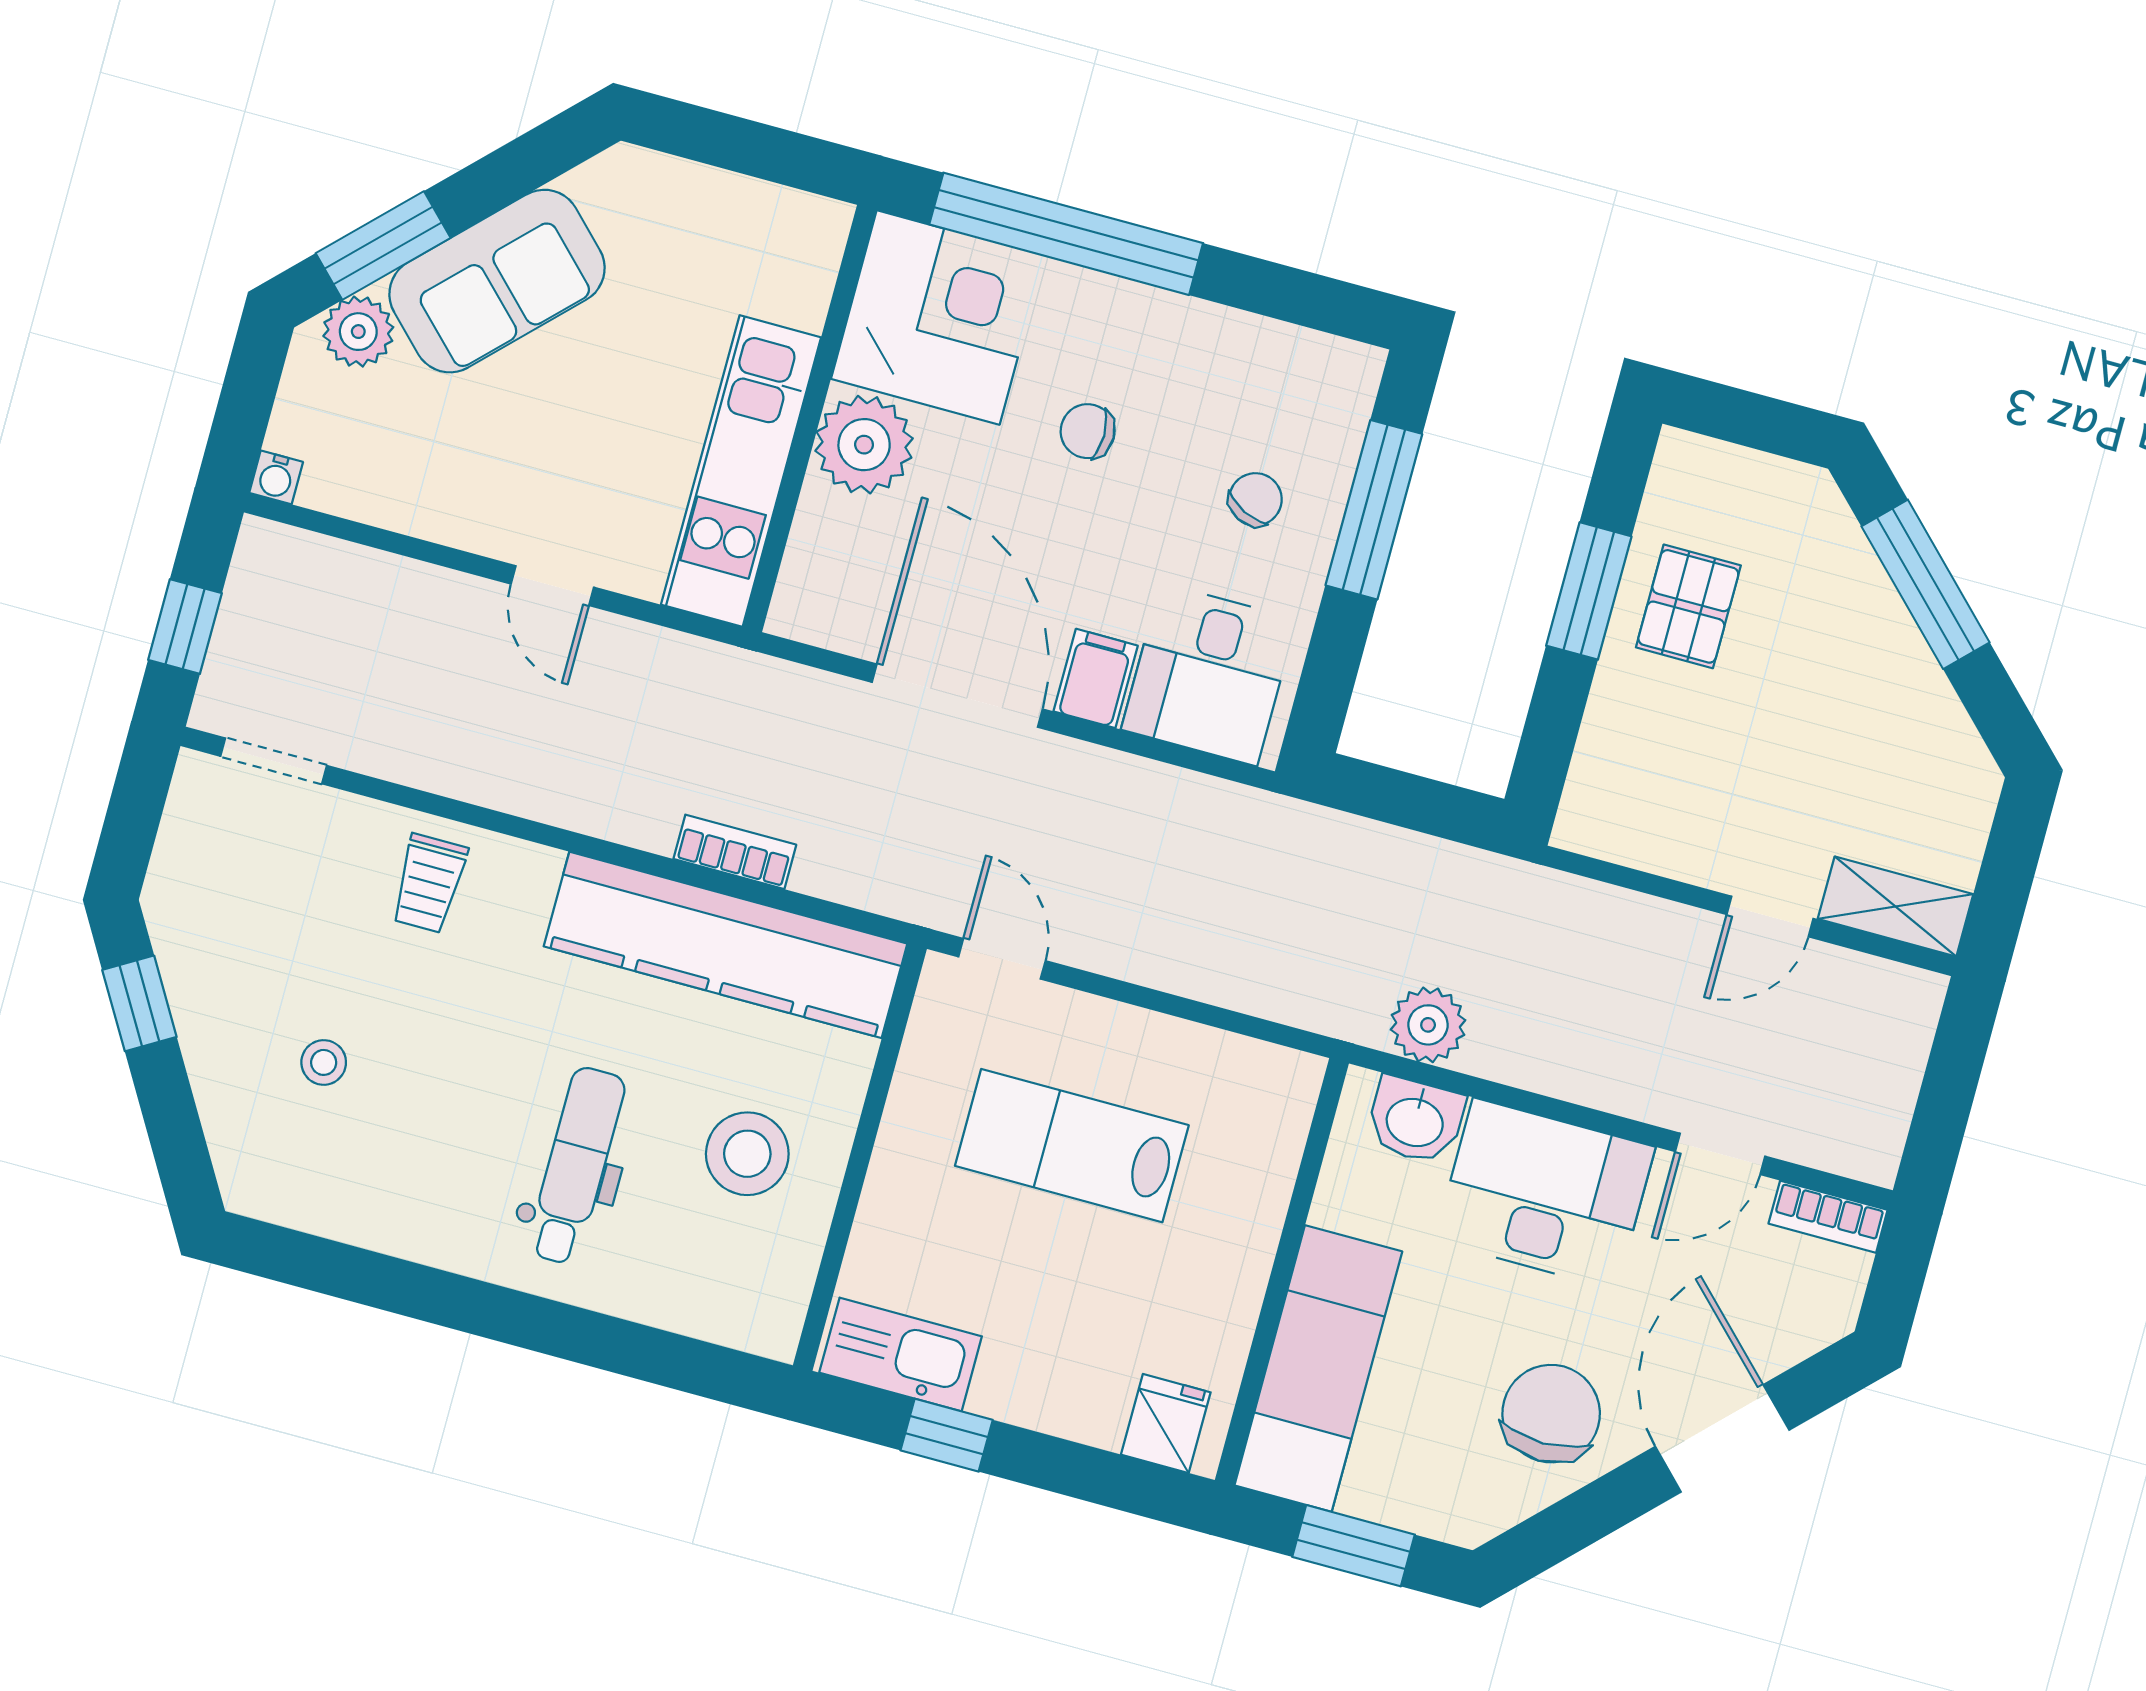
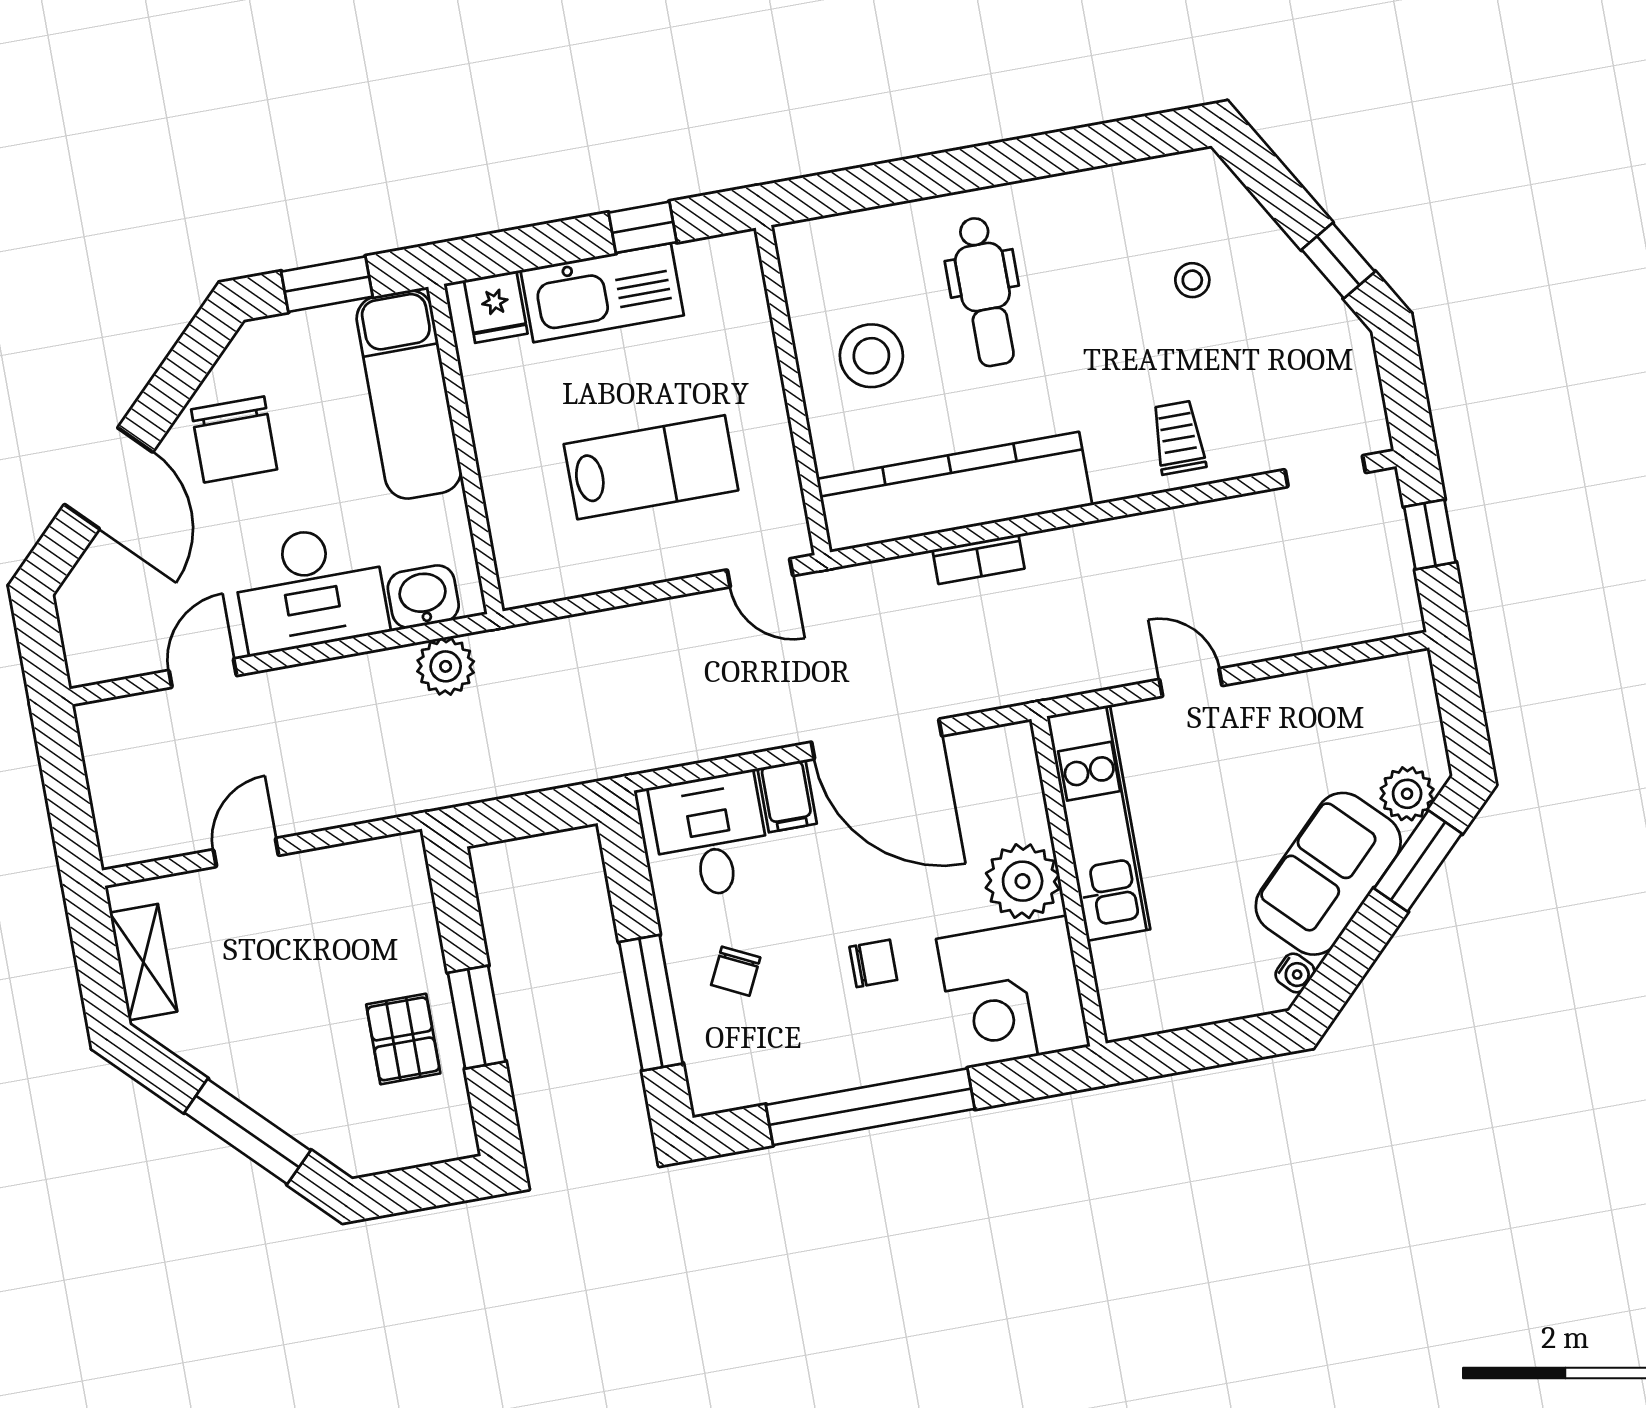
window: (1066, 234) -> (870, 1107), moved
water cooler: (276, 477) -> (1295, 973), moved, turned 135
shelving: (1896, 907) -> (143, 962), moved, turned 90
bookcase: (1828, 1217) -> (108, 665), removed
kitchen sink: (901, 1354) -> (602, 293), moved, width x1.36, depth x1.24

